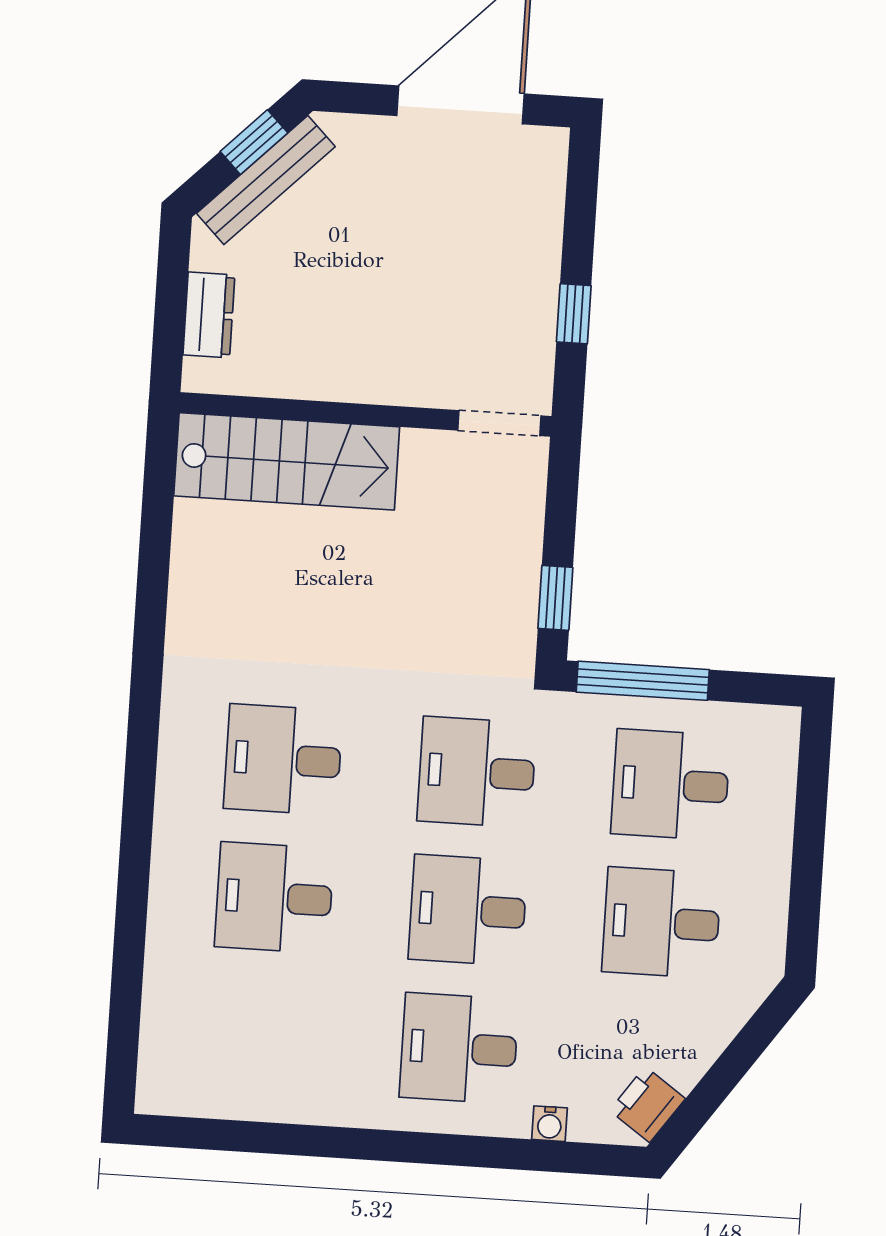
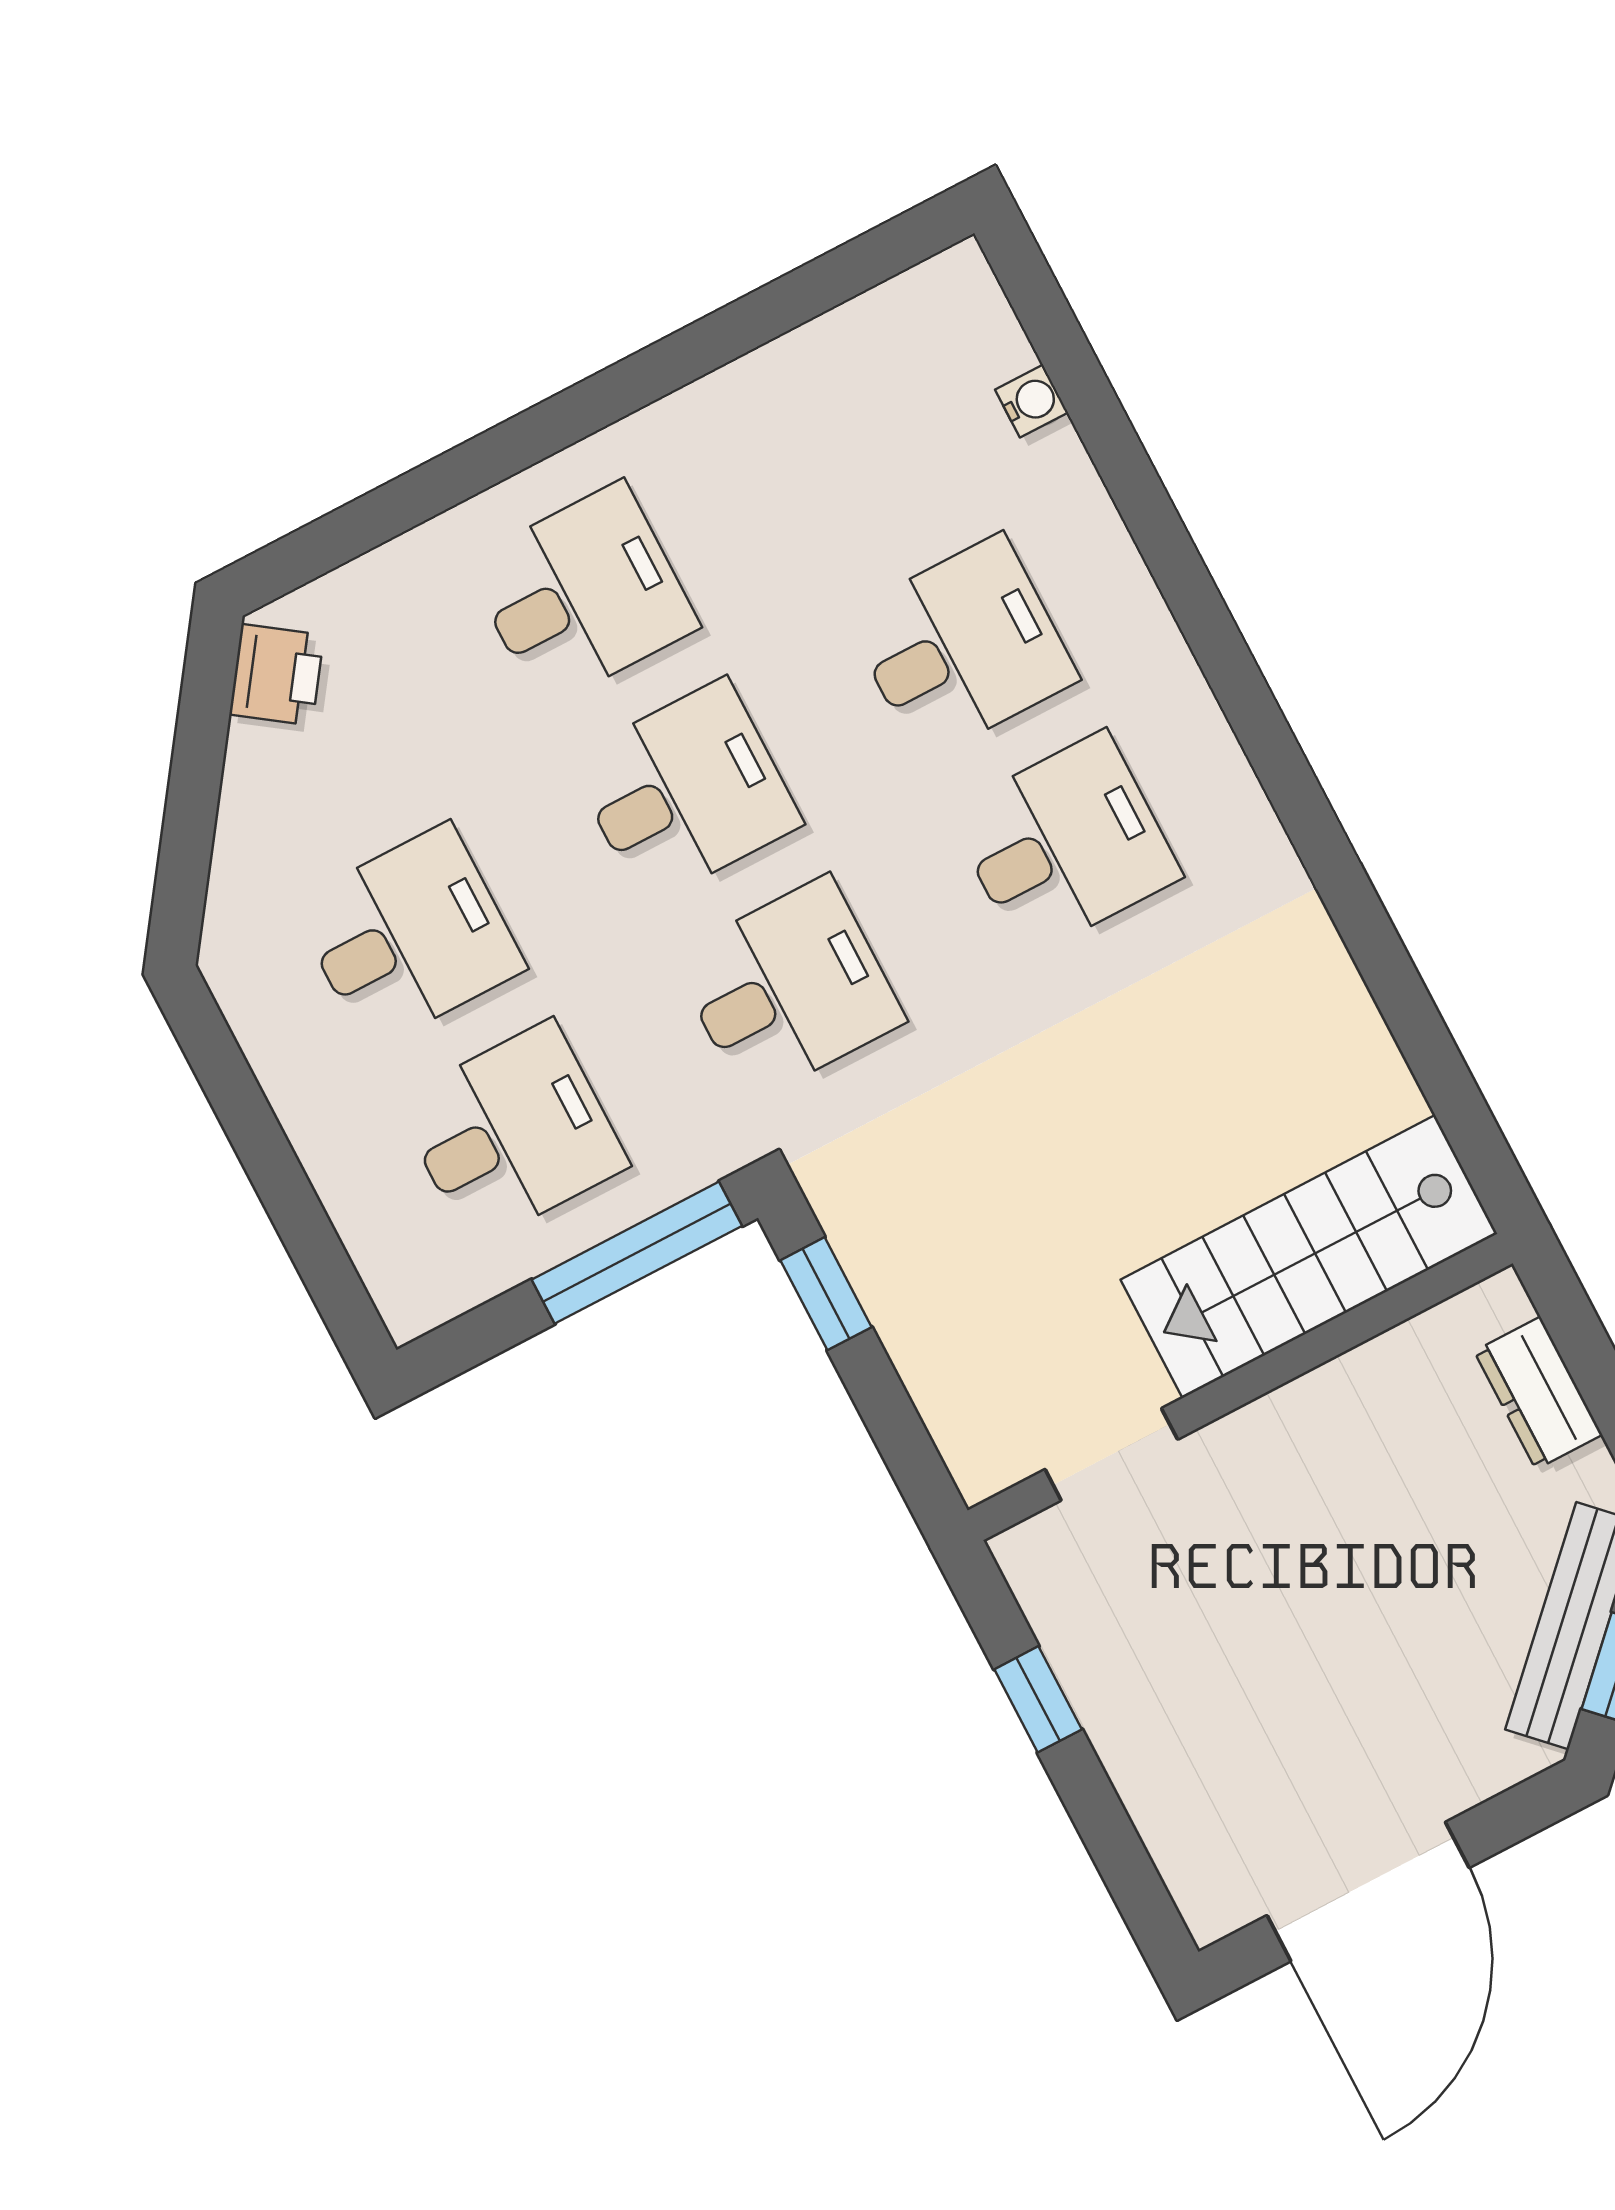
doorway: (499, 423) -> (1111, 1454), moved
water cooler: (550, 1124) -> (1031, 401), moved, turned 90

